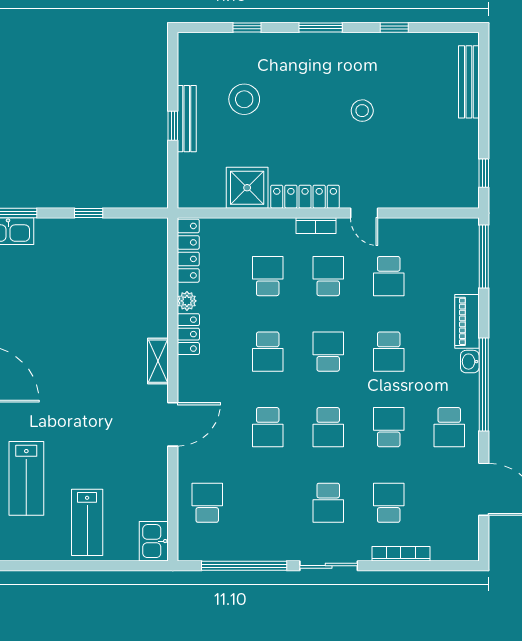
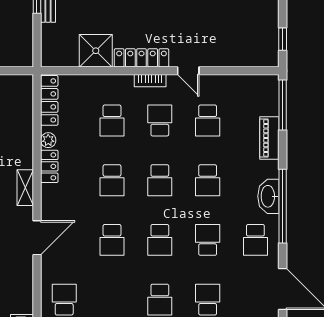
school desk: (268, 276) -> (112, 120), turned 180
piano: (467, 321) -> (269, 138), moved
school desk: (328, 352) -> (160, 180), turned 180
washbasin: (470, 362) -> (268, 196), width x1.91, depth x1.45

